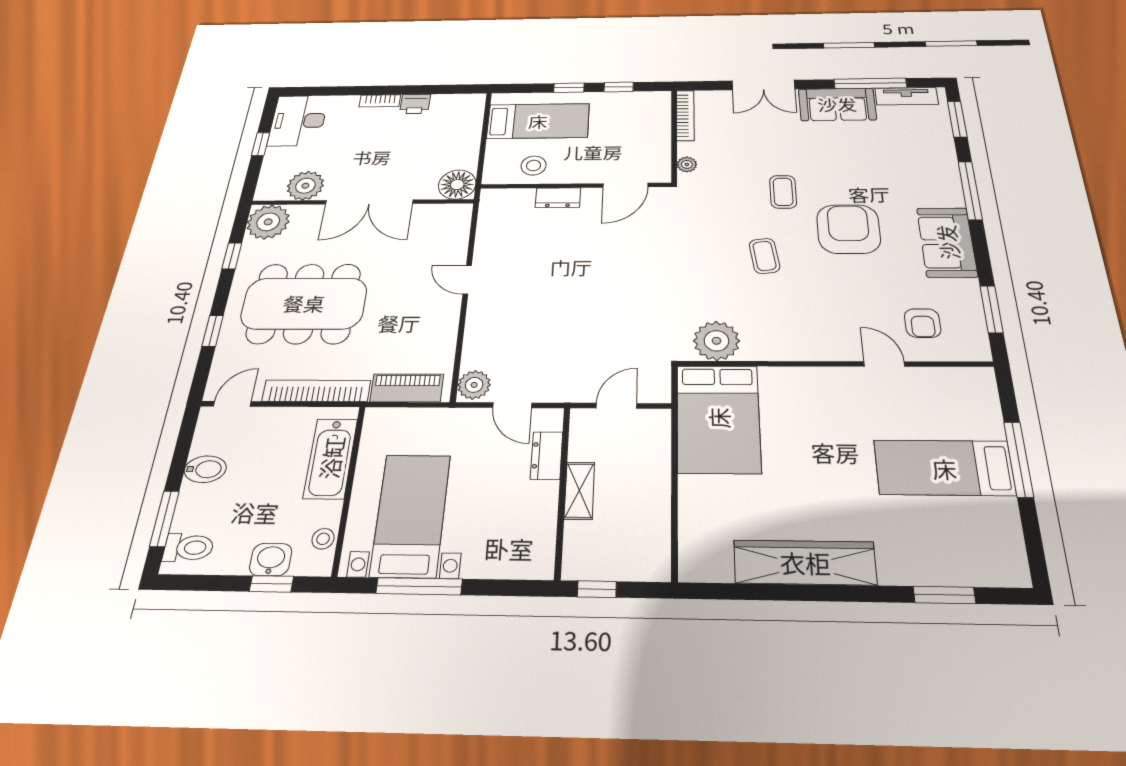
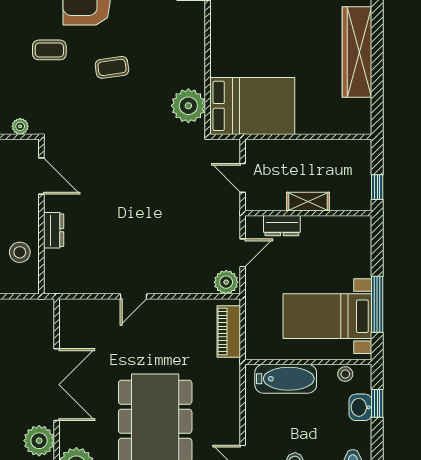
floor lamp: (457, 185) -> (39, 314), removed
bookcase: (316, 391) -> (232, 398), removed

